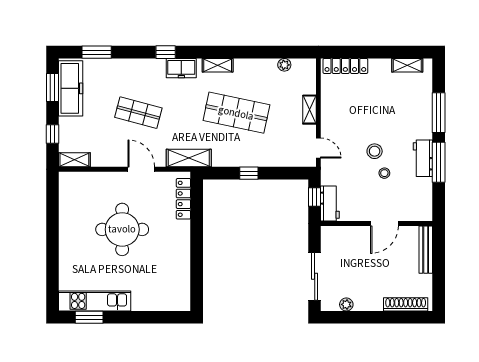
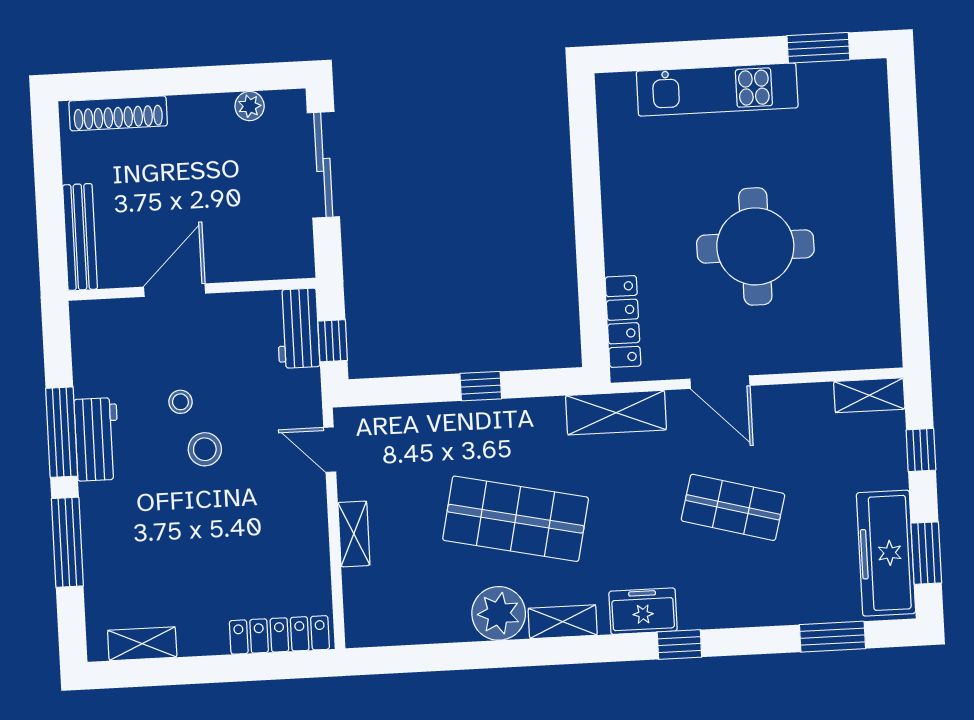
plant: (284, 65) -> (499, 613), moved, width x1.87, depth x1.87
kitchen unit: (95, 301) -> (717, 89), moved

